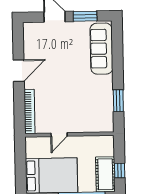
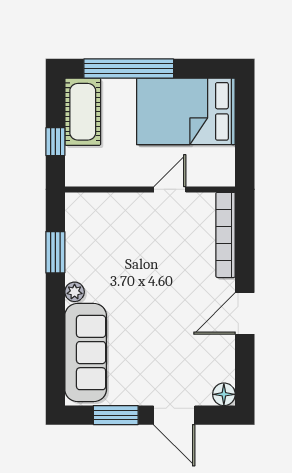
floor lamp: (29, 28) -> (224, 394), added
plant: (108, 80) -> (75, 292), added
window: (120, 170) -> (55, 142), moved

